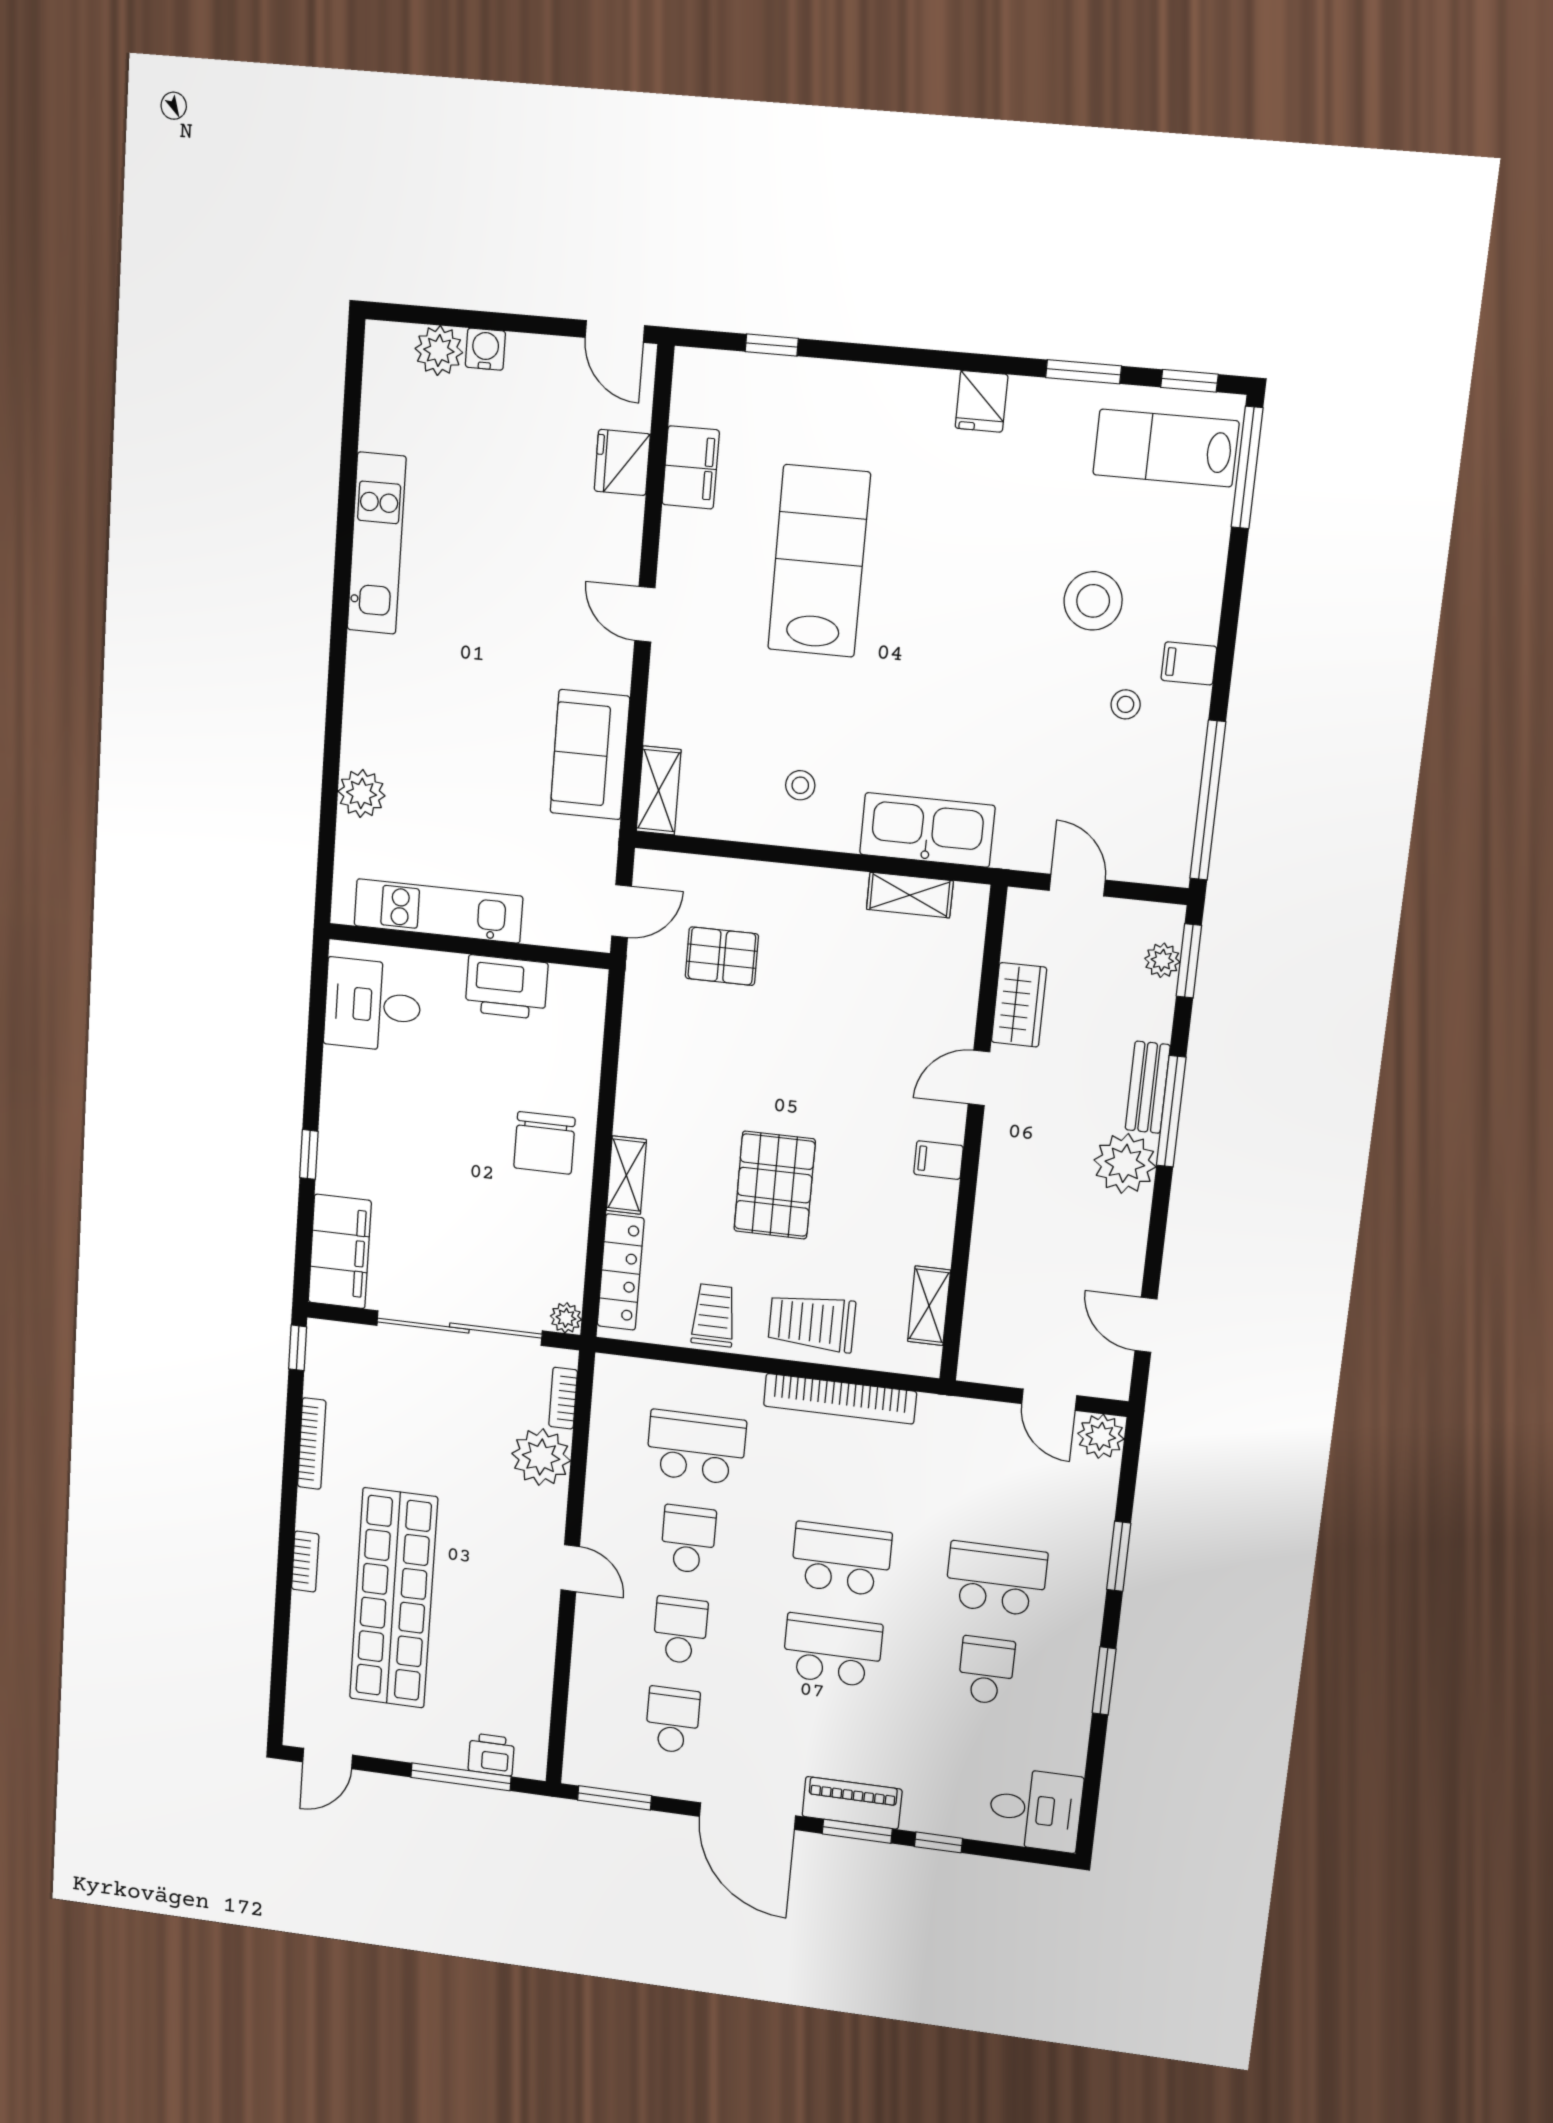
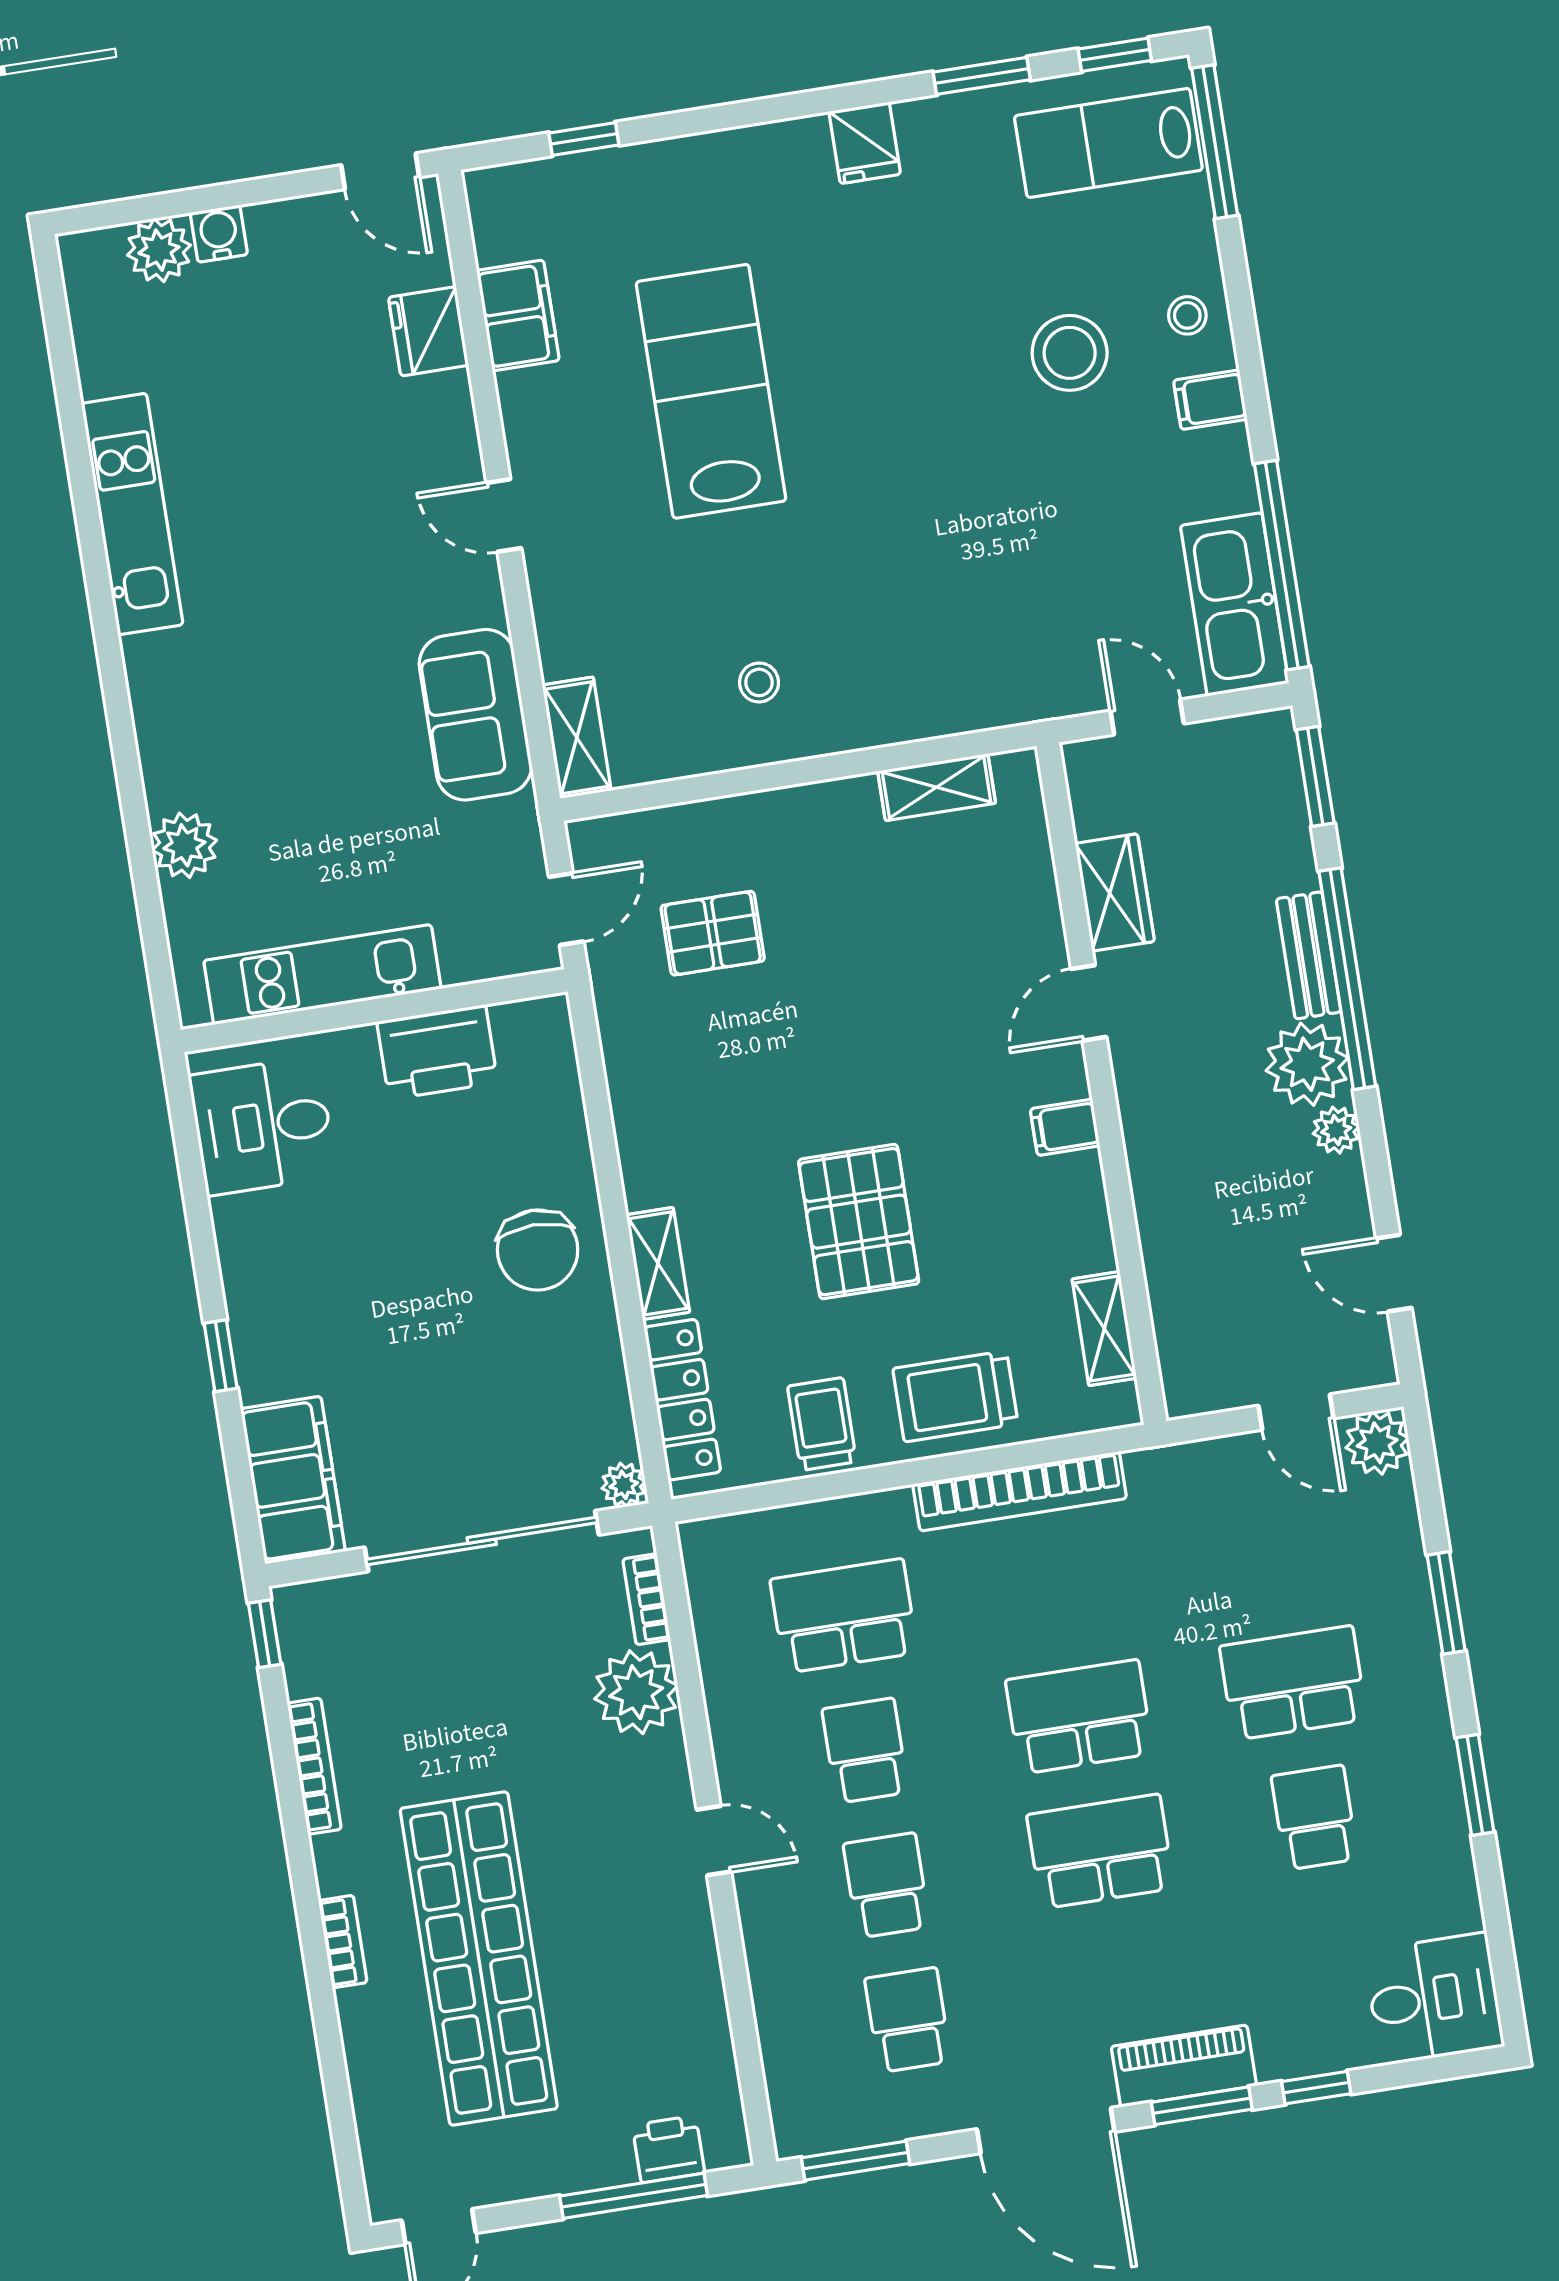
stool: (1126, 704) -> (1187, 315), moved
kitchen sink: (927, 830) -> (1235, 604), moved, turned -90
plant: (1162, 960) -> (1336, 1130), moved
window: (1171, 1111) -> (1347, 979), width x1.46

